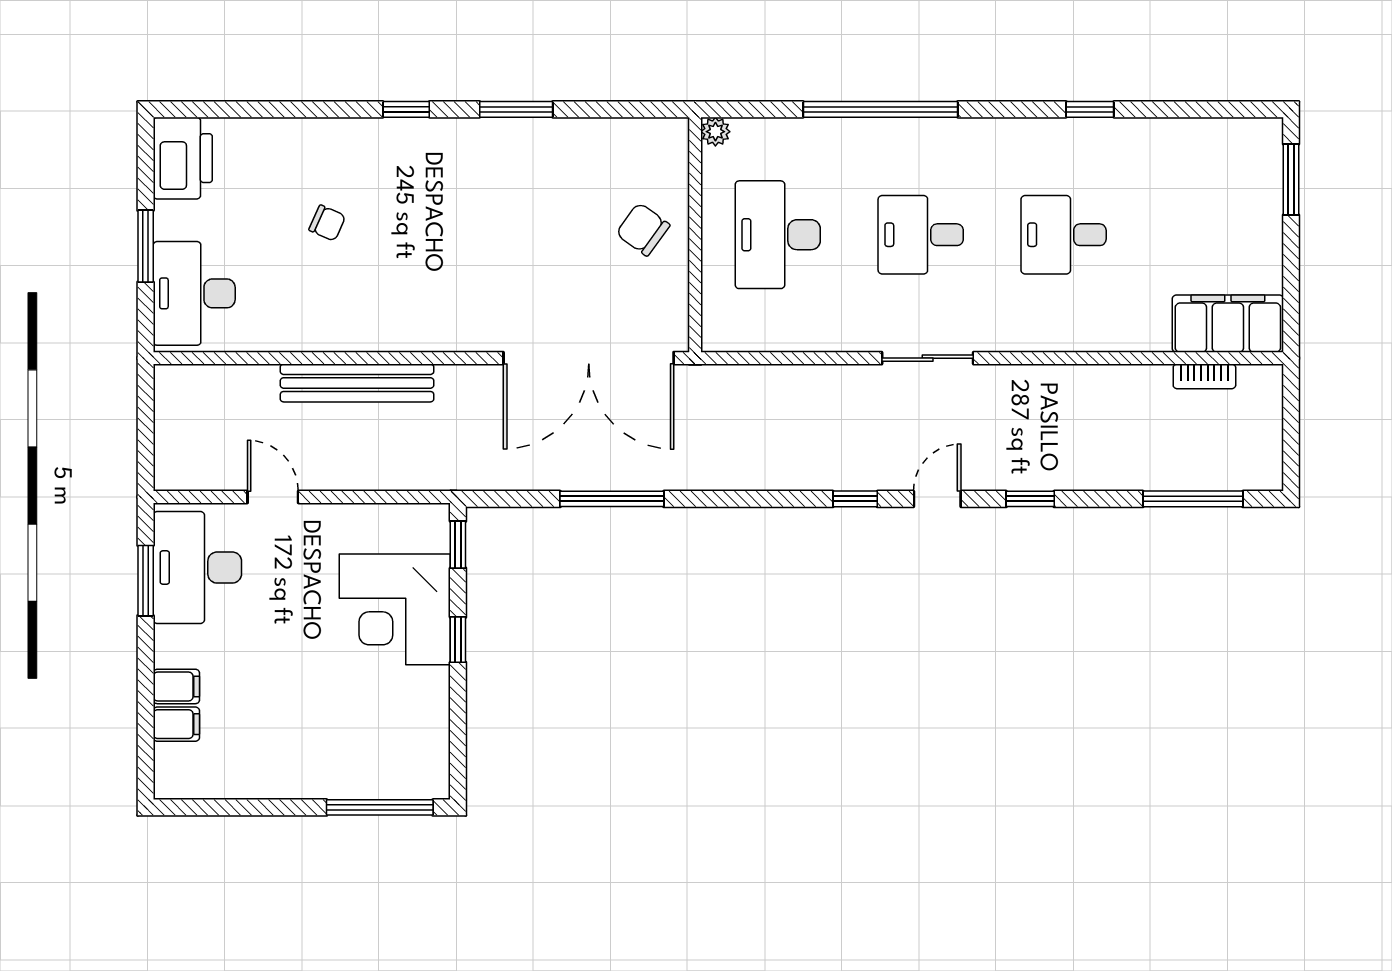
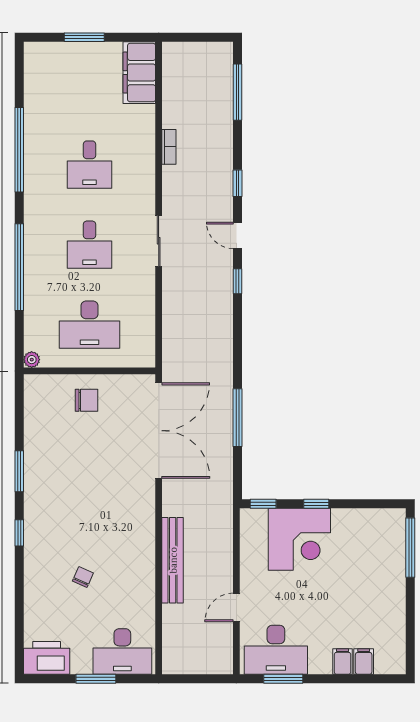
window: (1090, 109) -> (19, 150), width x3.17
window: (1291, 179) -> (84, 37), moved
chair: (643, 229) -> (86, 400), turned -126
bookcase: (1204, 376) -> (169, 147), moved

